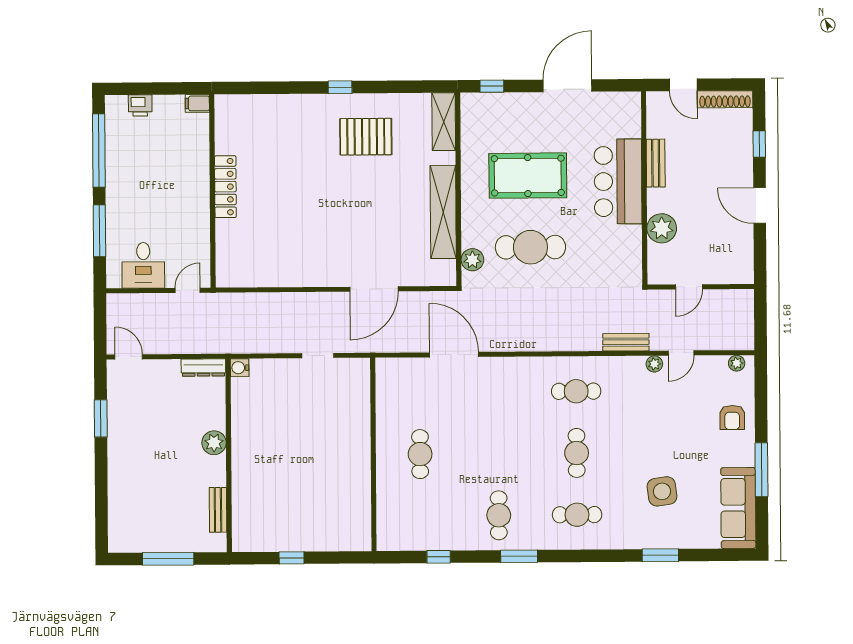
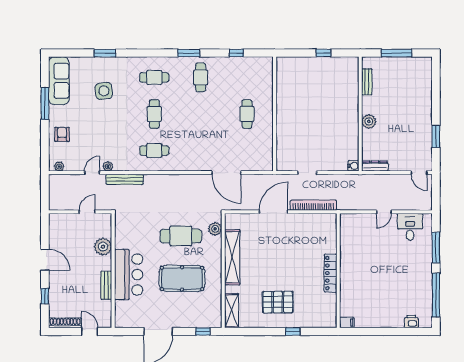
filing cabinet: (197, 103) -> (347, 323), moved
locker: (225, 187) -> (330, 273), moved
wall: (212, 191) -> (338, 271), moved
bookcase: (307, 301) -> (313, 205), added
bench: (626, 342) -> (125, 179), width x1.36

